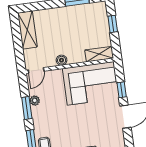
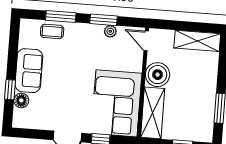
shelving: (99, 54) -> (153, 113), width x1.50, depth x1.33
boiler: (62, 60) -> (158, 75), width x1.86, depth x1.86

